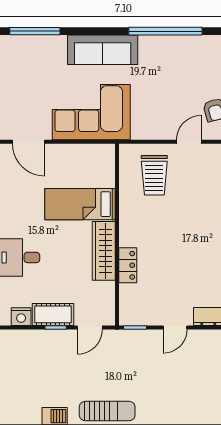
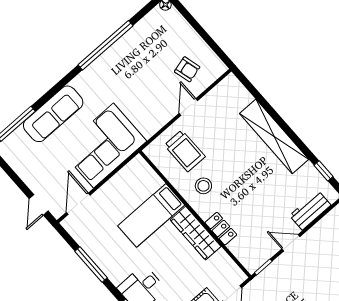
sofa: (103, 50) -> (53, 114), moved
door: (28, 142) -> (78, 204), swing flipped
stool: (144, 218) -> (203, 186), added
door: (175, 328) -> (291, 243), swing flipped

